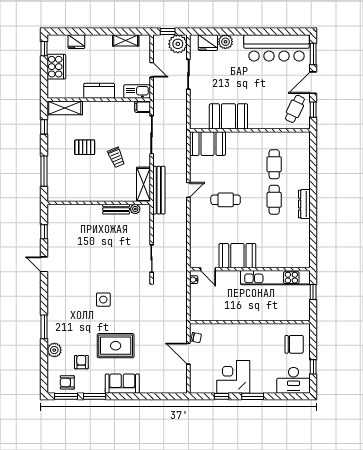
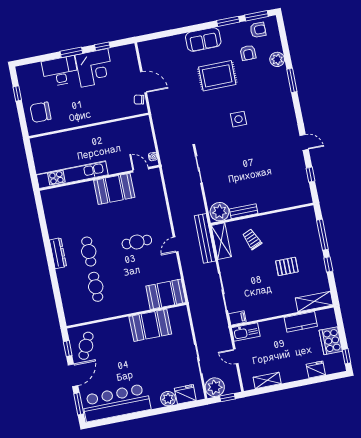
kitchen counter: (99, 91) -> (301, 322), moved
window: (44, 127) -> (328, 264), moved
trolley: (116, 157) -> (252, 239), moved
plant: (135, 209) -> (220, 212), width x1.88, depth x1.88
window: (313, 292) -> (32, 168), removed
desk: (294, 380) -> (60, 71), moved

